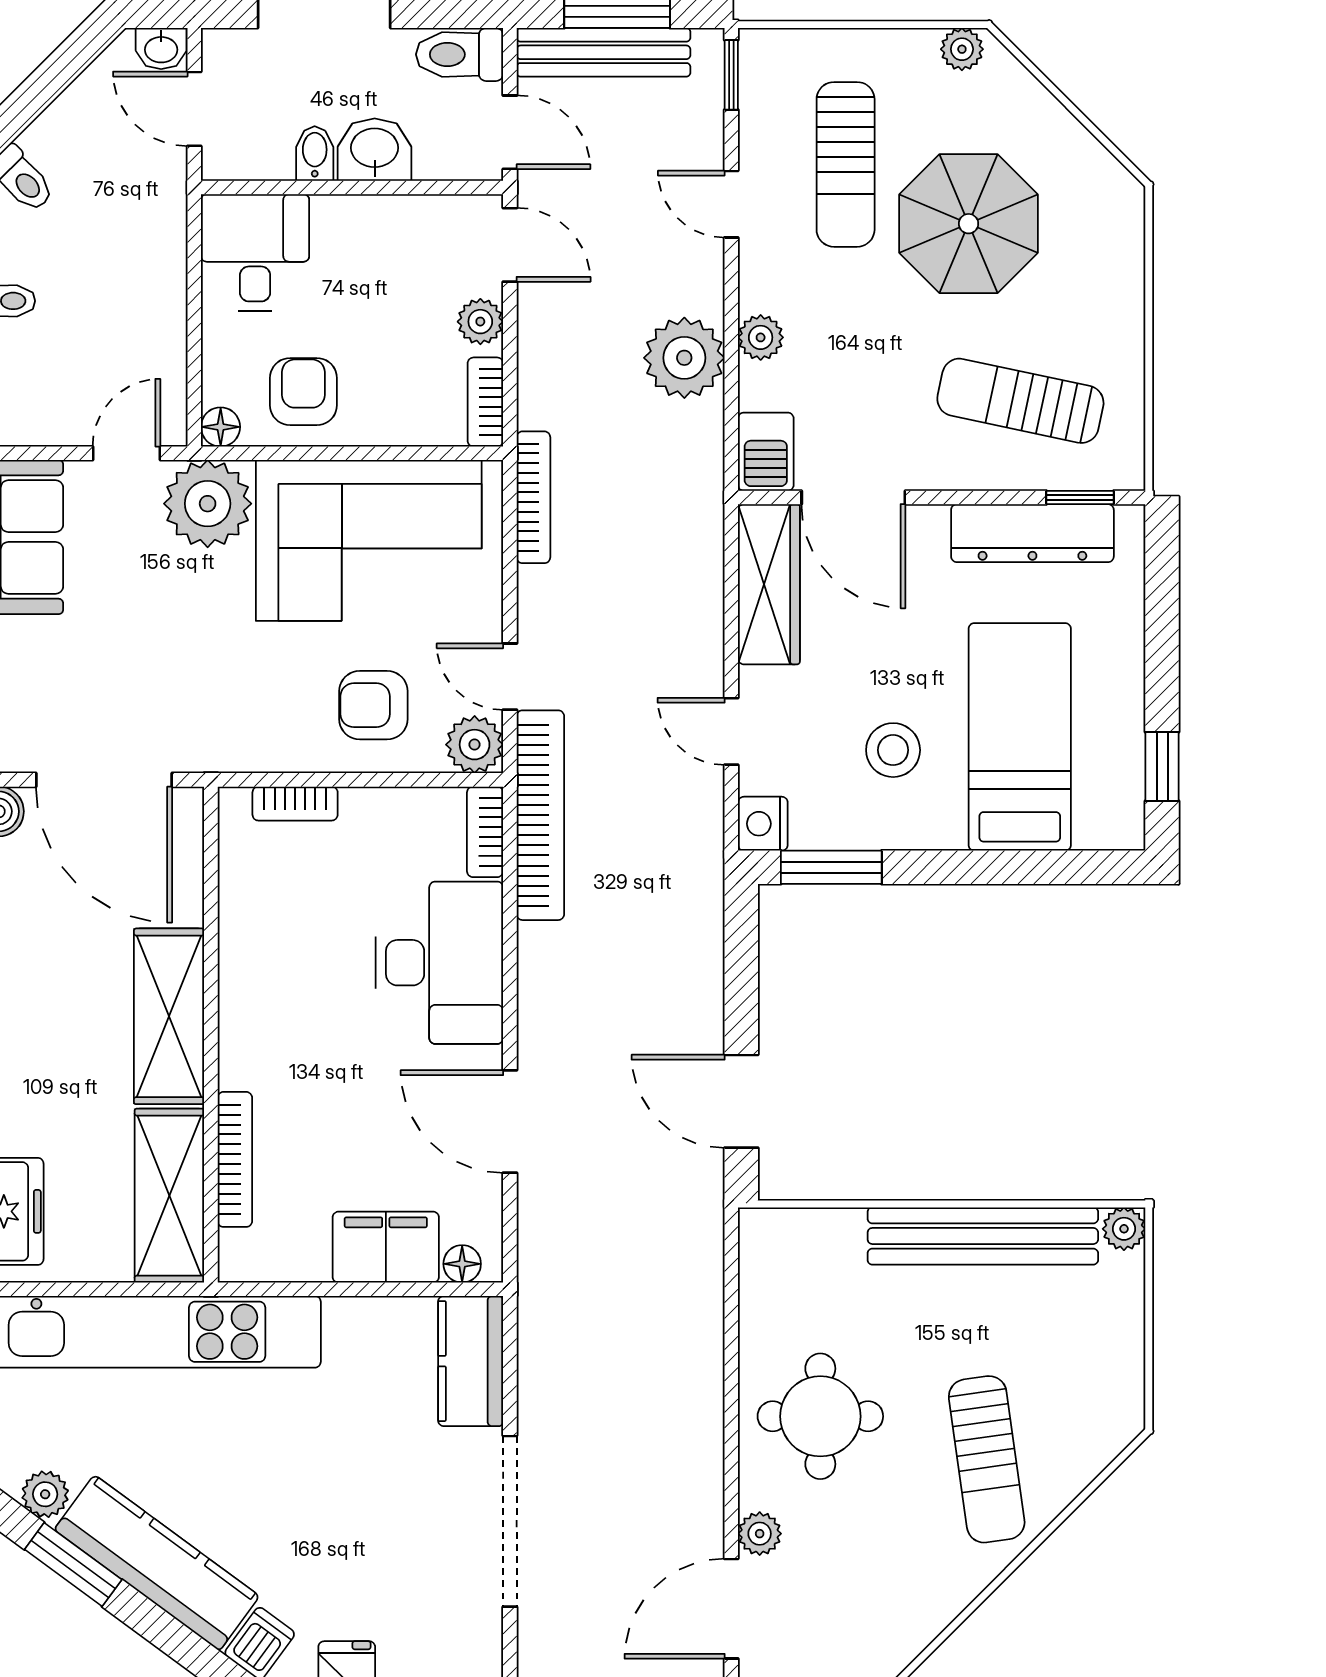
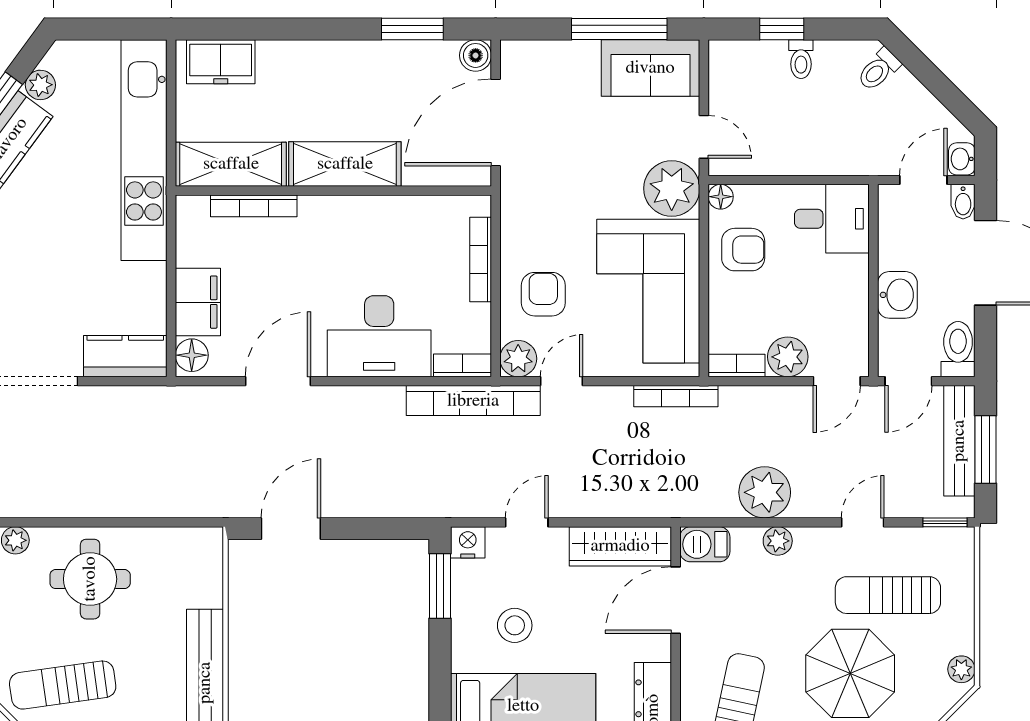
bidet: (315, 153) -> (963, 202), moved, turned 90
plant: (480, 322) -> (788, 357), width x1.38, depth x1.38
bookcase: (295, 804) -> (481, 259), width x1.56
floor lamp: (462, 1264) -> (192, 355), width x1.37, depth x1.37

